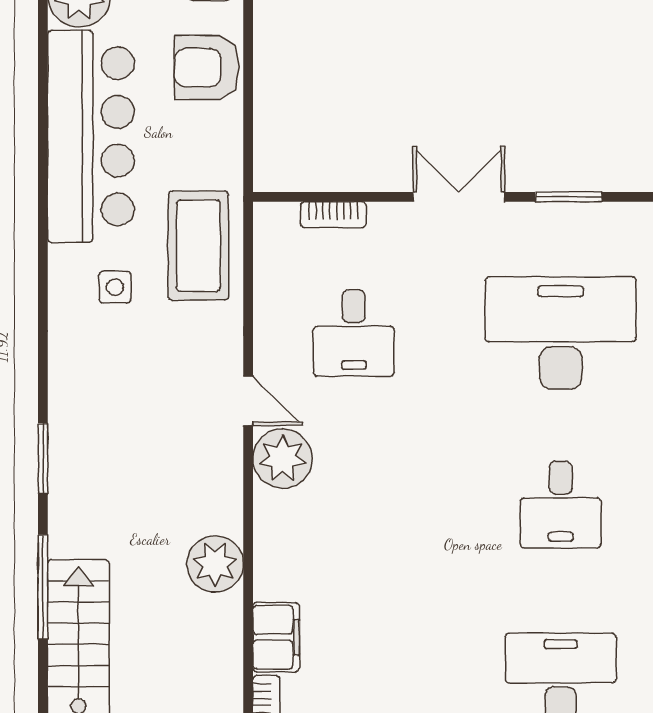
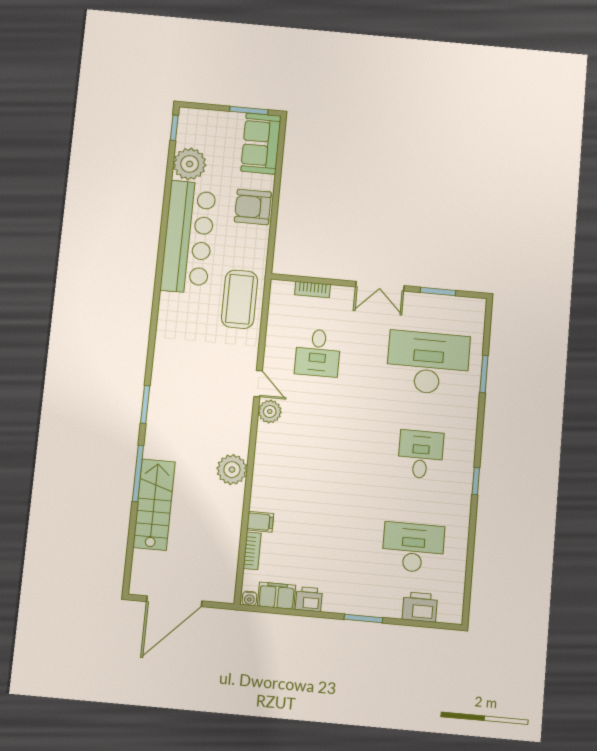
double door: (459, 197) -> (380, 286), swing flipped
side table: (115, 287) -> (193, 317), removed
plant: (283, 459) -> (270, 411), width x0.73, depth x0.73
desk: (561, 505) -> (421, 454), turned 180
filing cabinet: (276, 637) -> (260, 522), width x0.50

